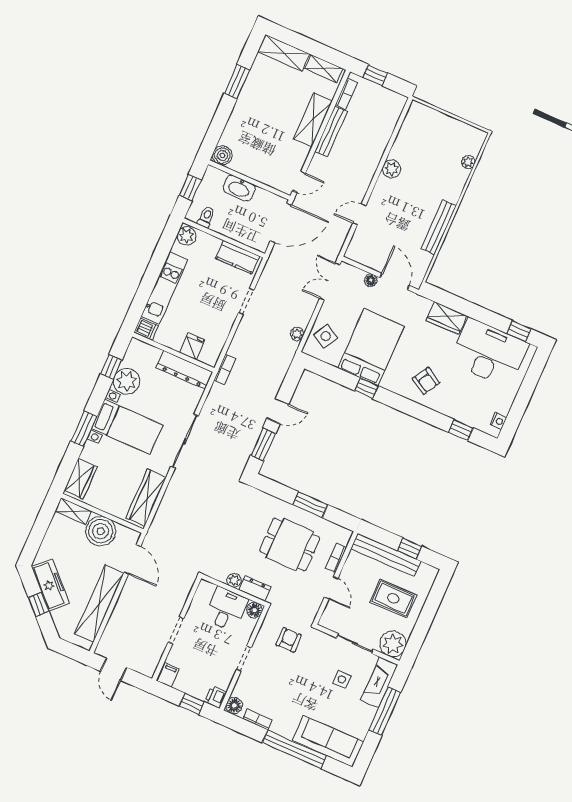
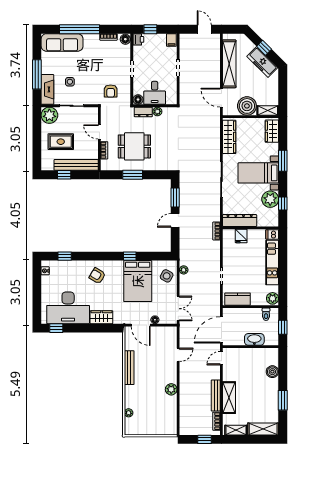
boiler: (222, 155) -> (272, 372), moved

